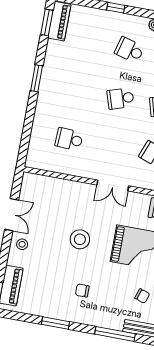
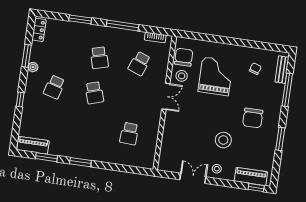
window: (47, 22) -> (46, 157), moved
stool: (137, 206) -> (182, 76), added
stool: (80, 239) -> (223, 140), moved
chair: (82, 291) -> (253, 118), width x1.87, depth x1.87

